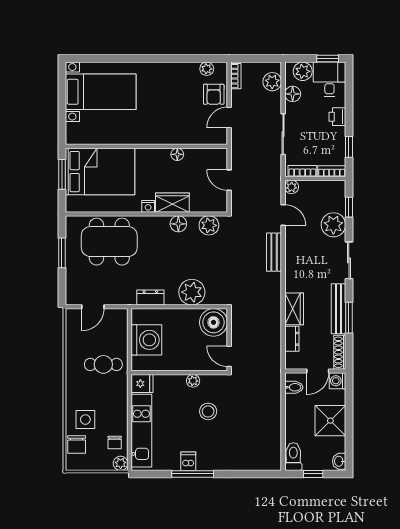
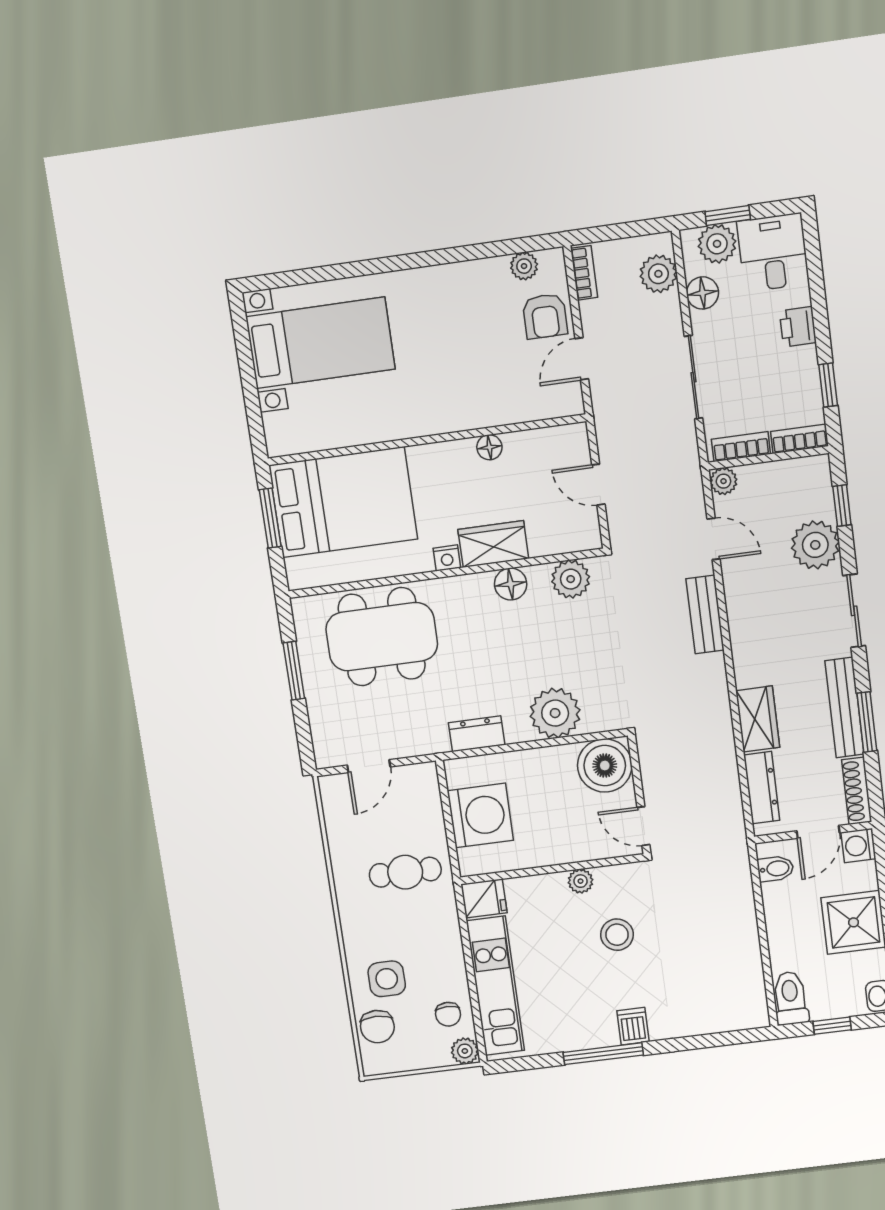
window: (328, 59) -> (728, 216), moved
dresser: (292, 339) -> (762, 788), width x1.44
dishwasher: (188, 461) -> (633, 1026), moved

